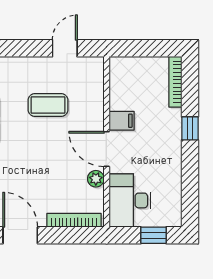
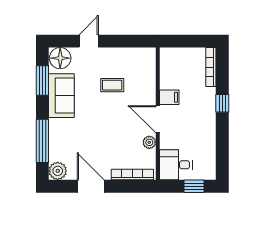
door: (65, 48) -> (89, 41), moved
coffee table: (48, 105) -> (112, 85), width x0.73, depth x0.77
desk: (130, 200) -> (176, 165), width x0.73

